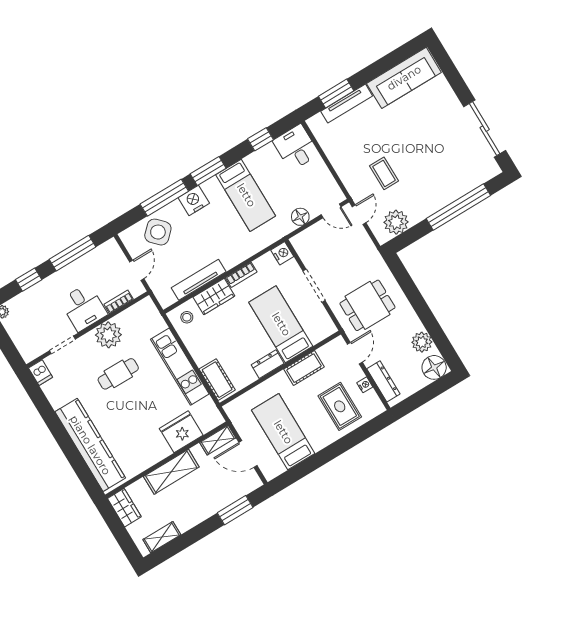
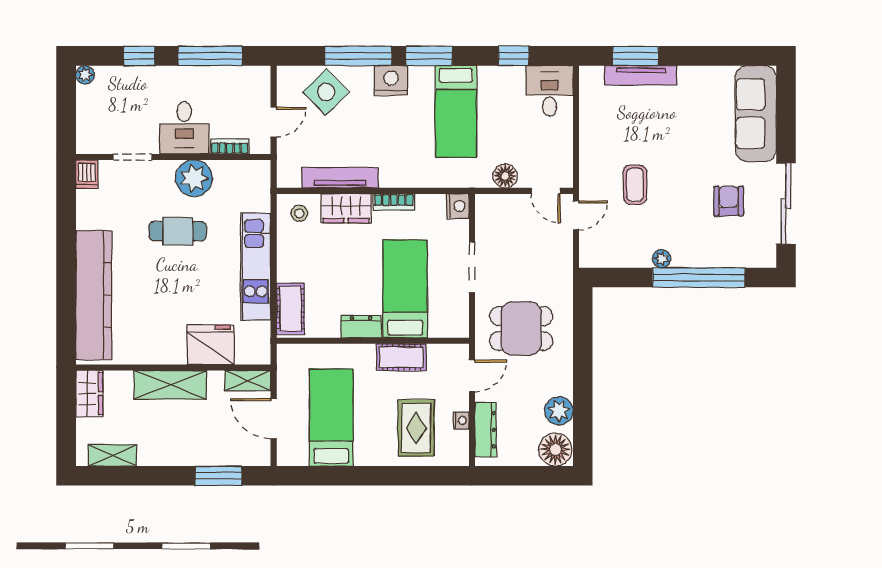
sofa: (404, 78) -> (756, 114), moved, turned 90
armchair: (448, 148) -> (729, 201), added
plant: (396, 222) -> (662, 259), moved, width x0.53, depth x0.53

